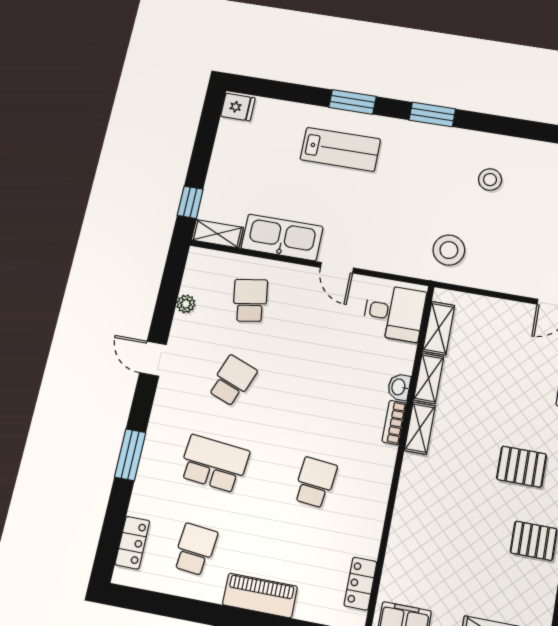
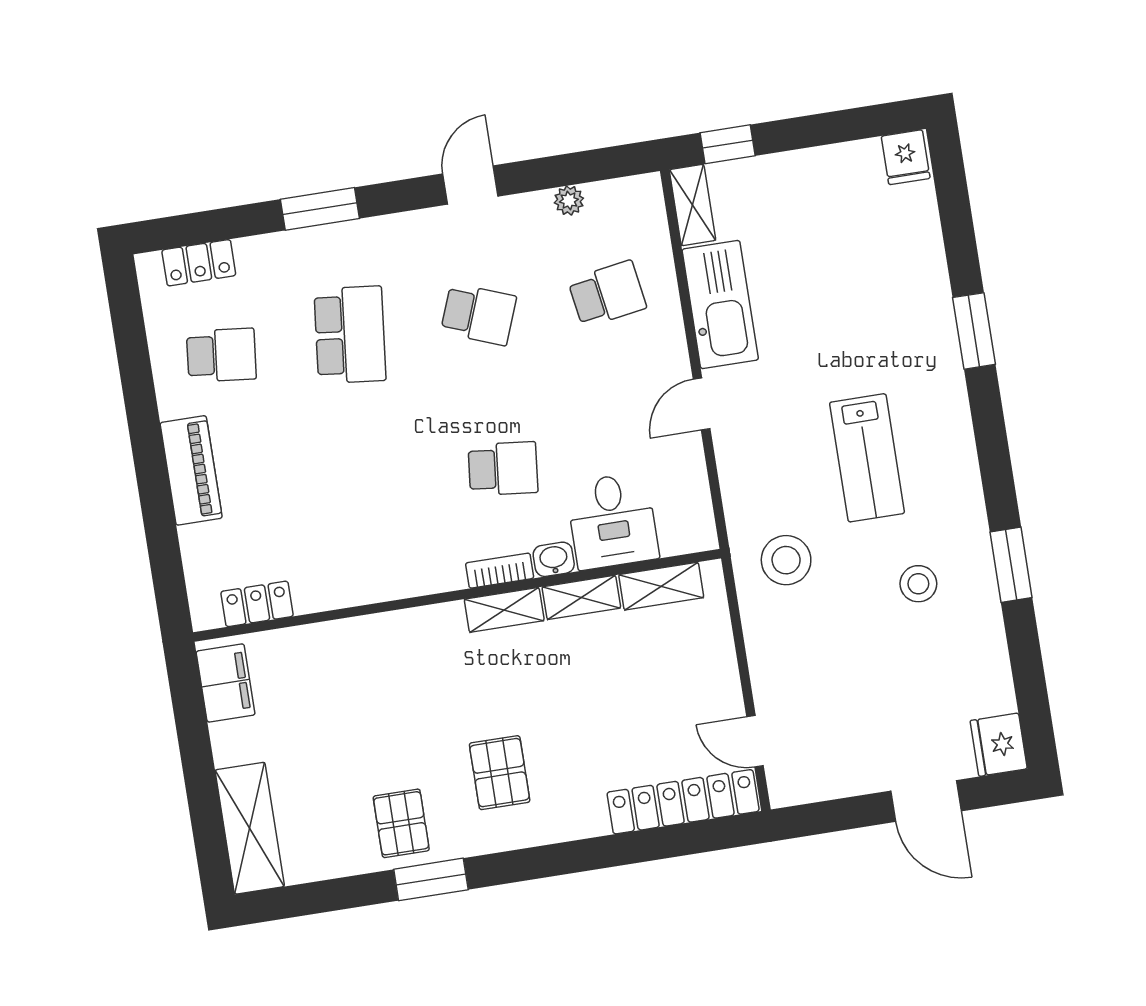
window: (432, 115) -> (1011, 565), moved
lab bench: (340, 149) -> (867, 458), moved
desk: (394, 313) -> (612, 521), moved
school desk: (315, 482) -> (503, 469), moved

